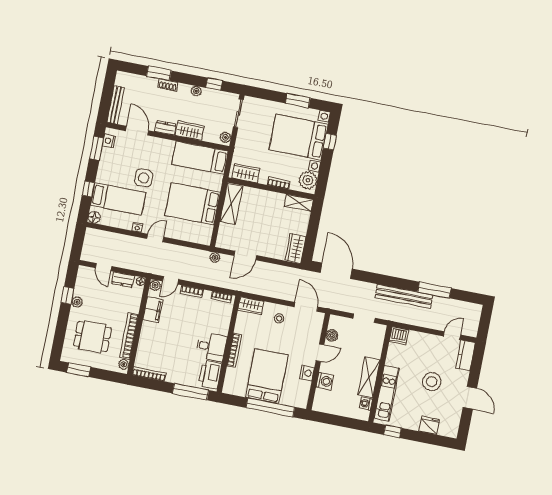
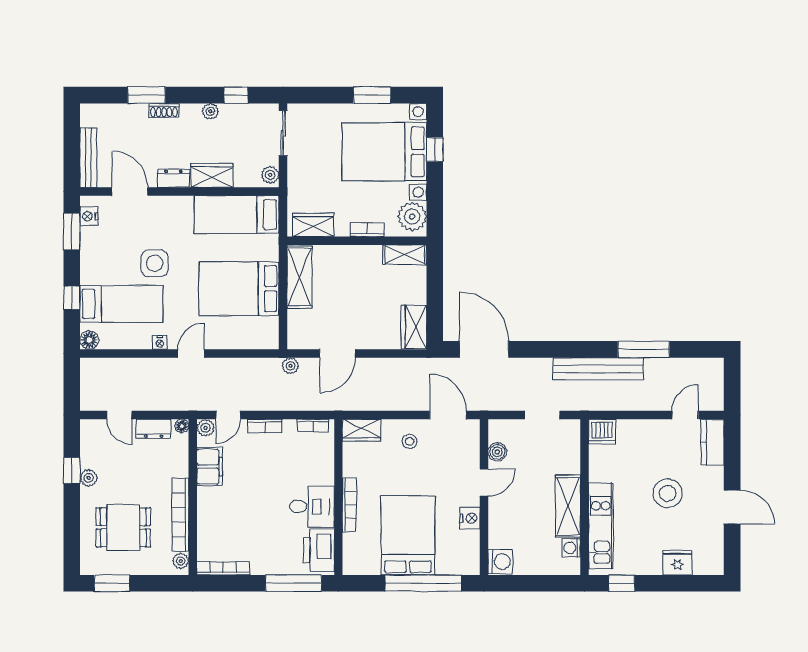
washing machine: (325, 381) -> (500, 562), moved

